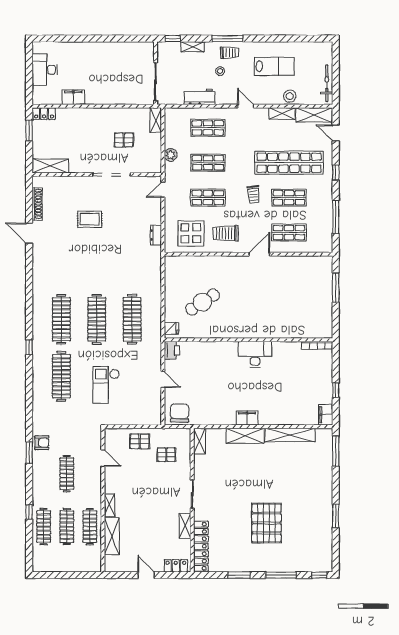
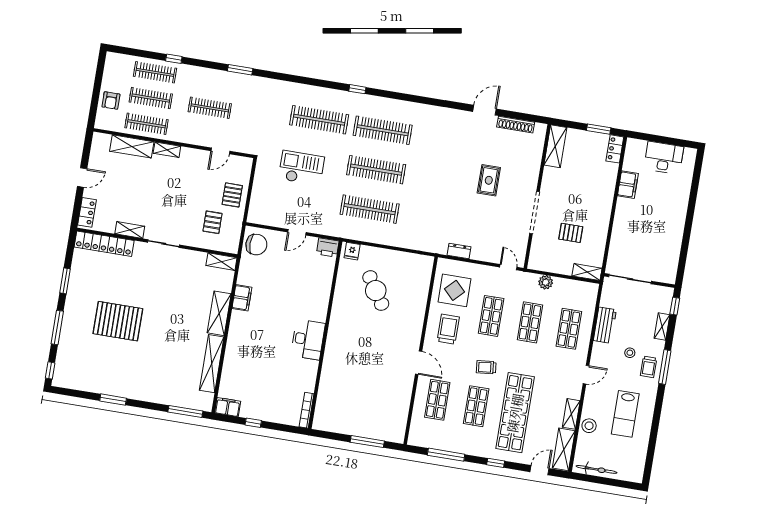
pallet: (124, 140) -> (571, 233), turned 90
filing cabinet: (247, 418) -> (242, 298), moved
armchair: (42, 443) -> (111, 101), moved

